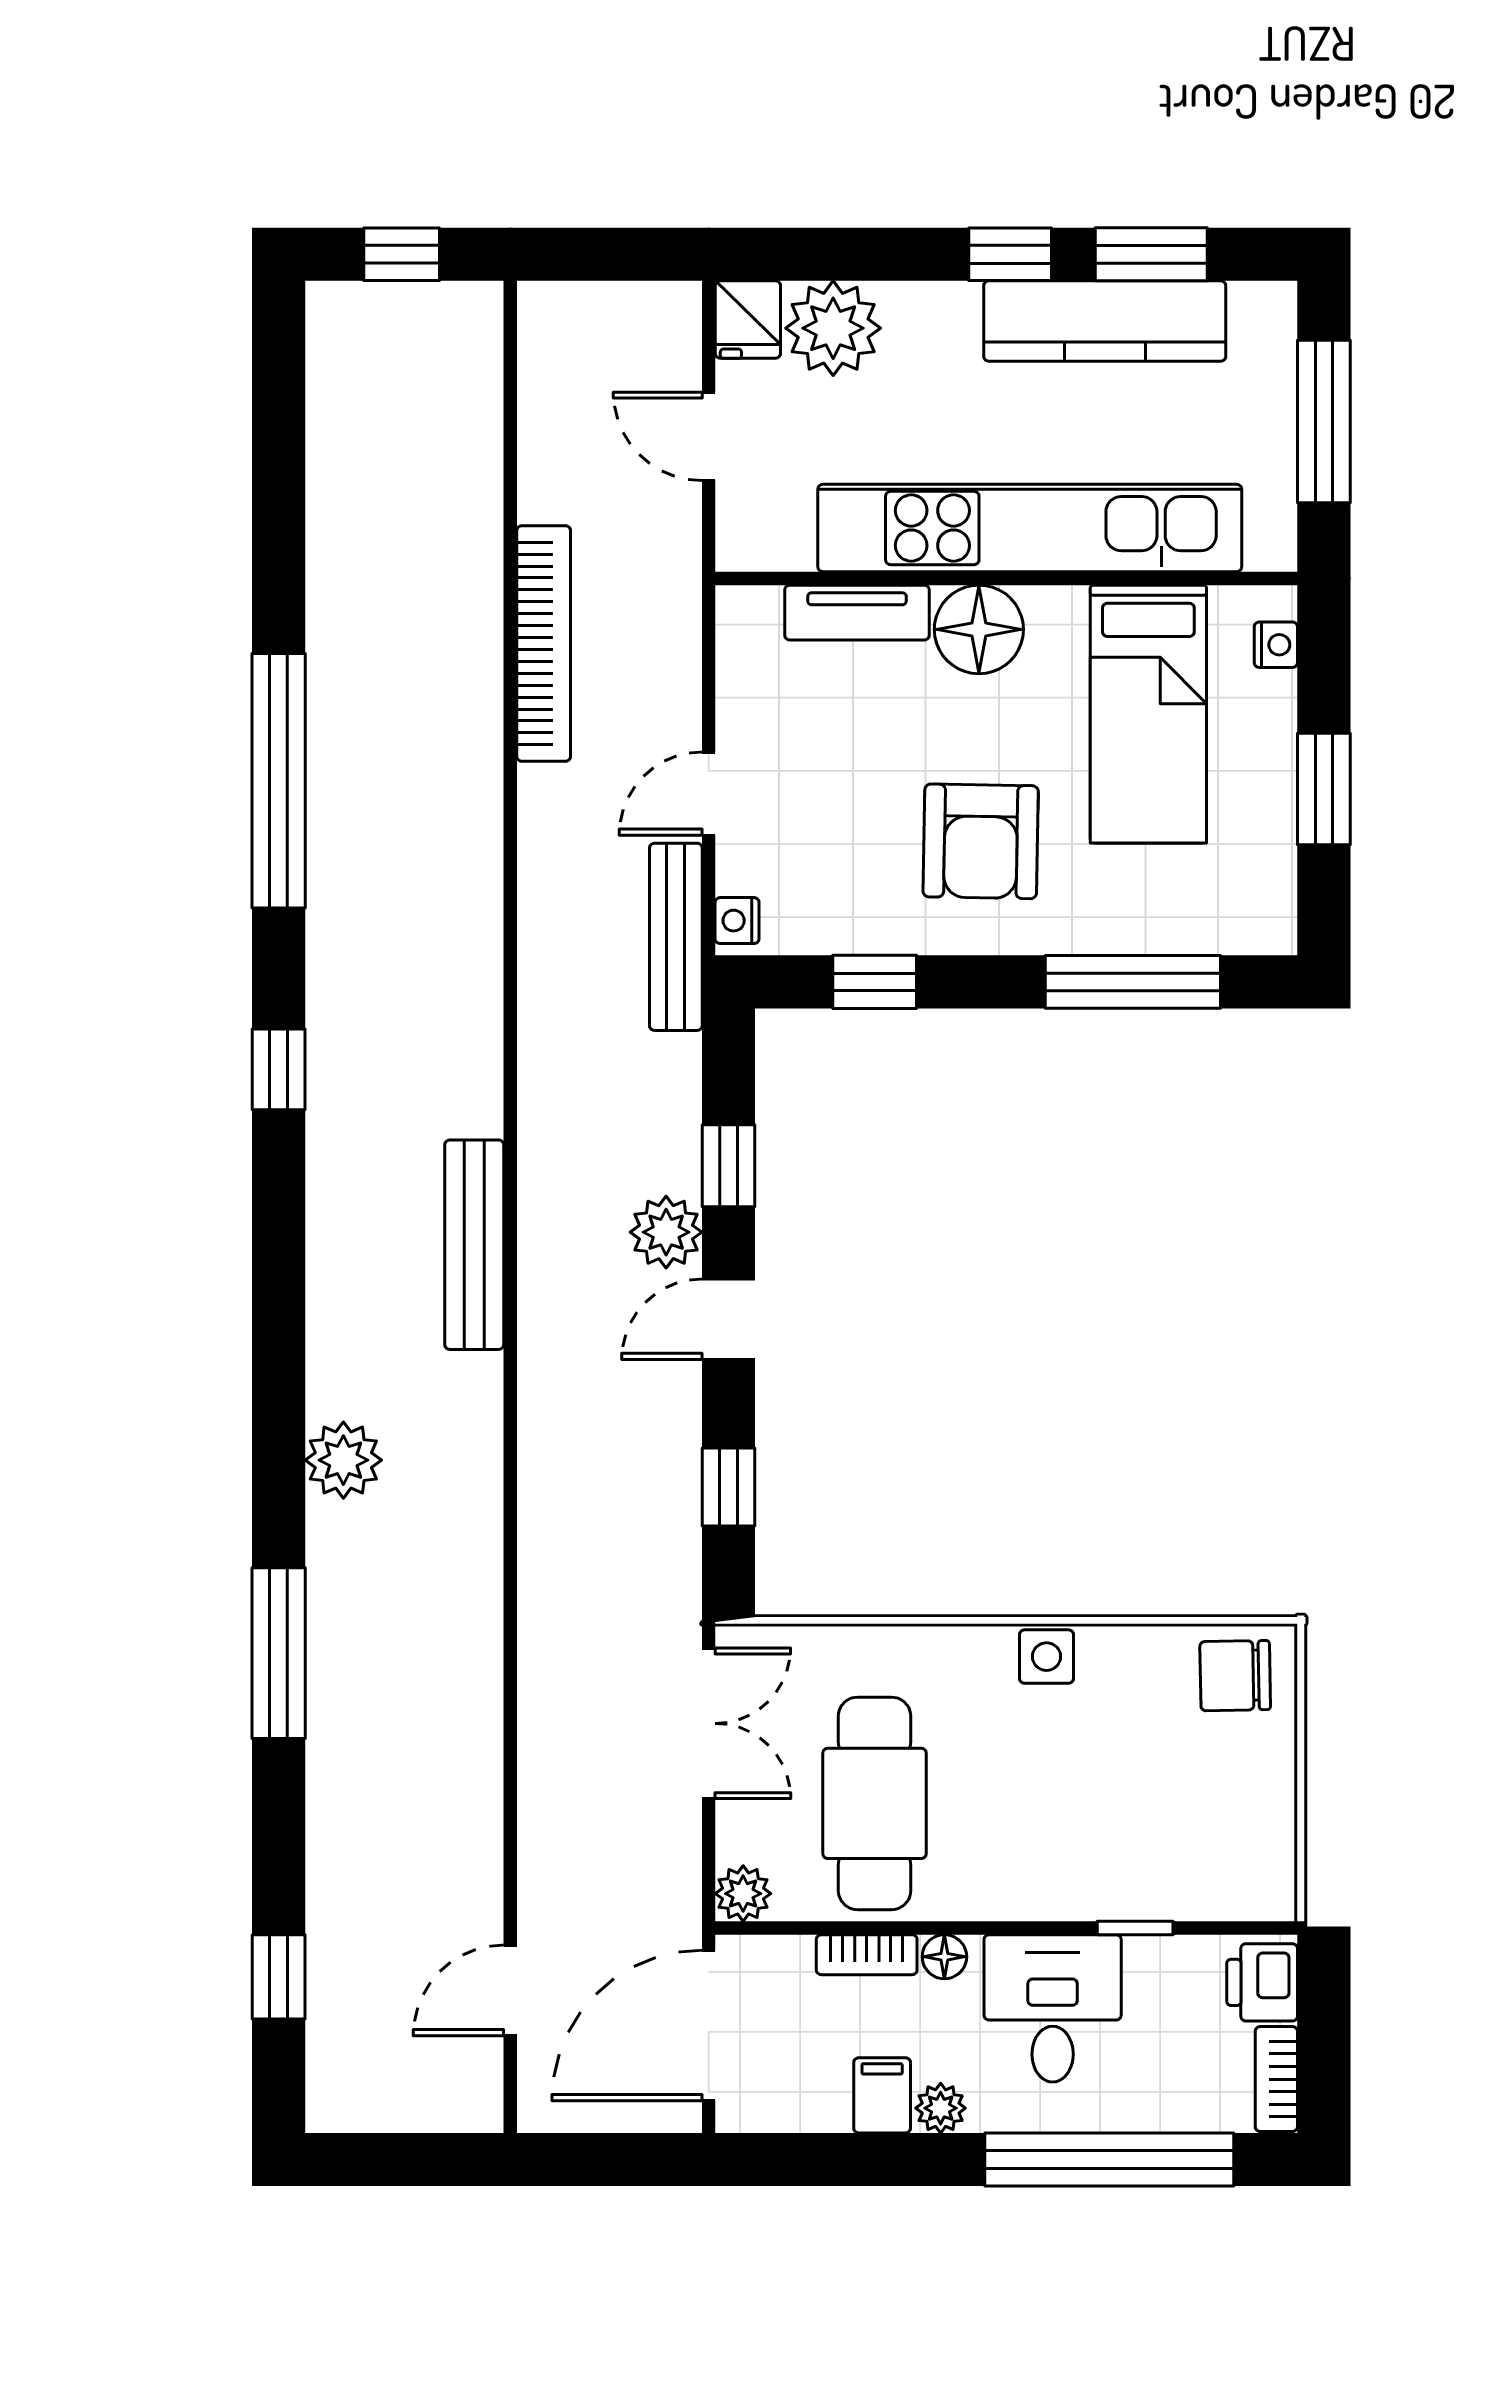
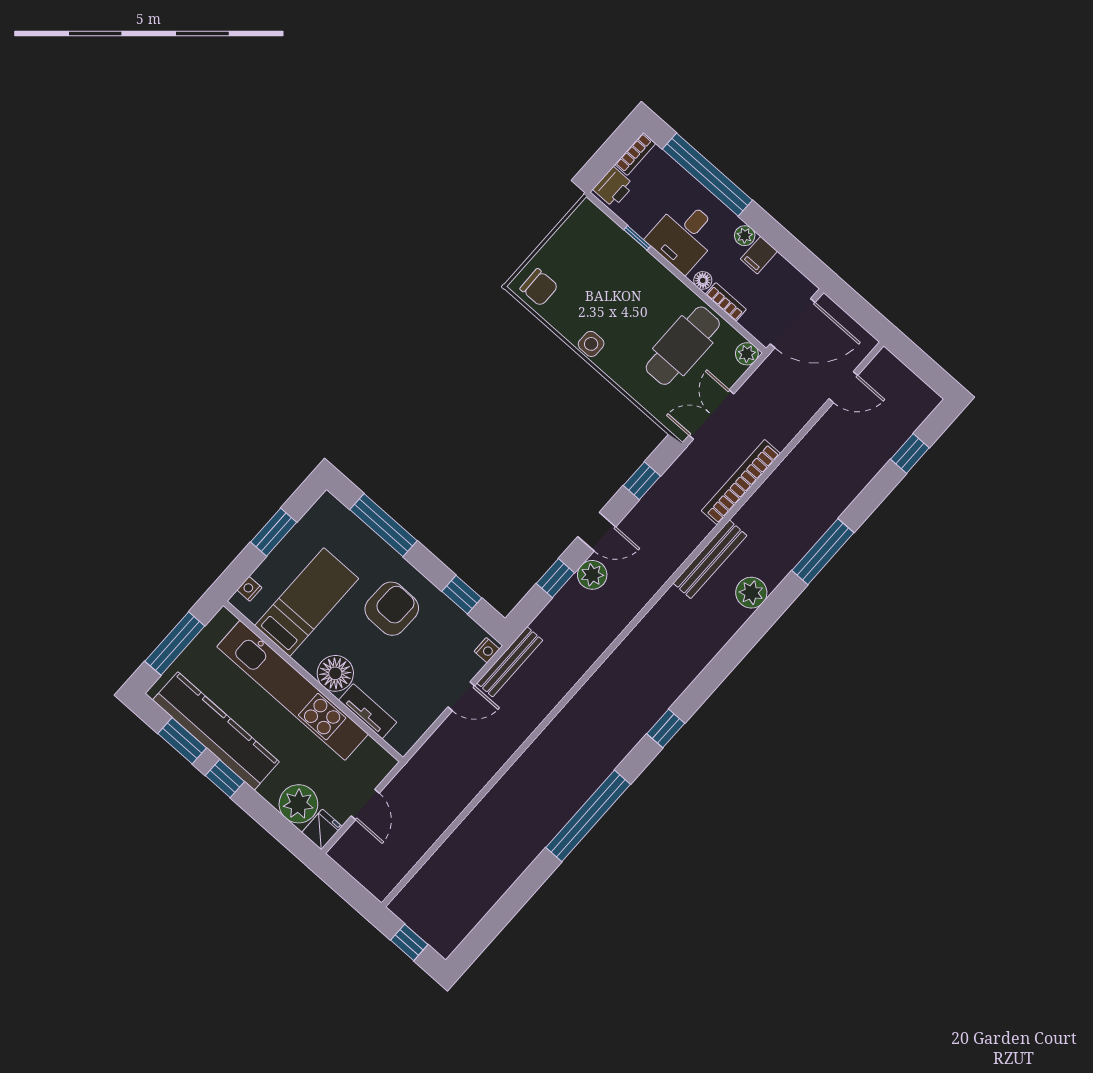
kitchen counter: (1105, 321) -> (216, 731), width x1.39, depth x1.17
bookcase: (544, 643) -> (741, 482), moved
bench: (474, 1245) -> (710, 559), moved

